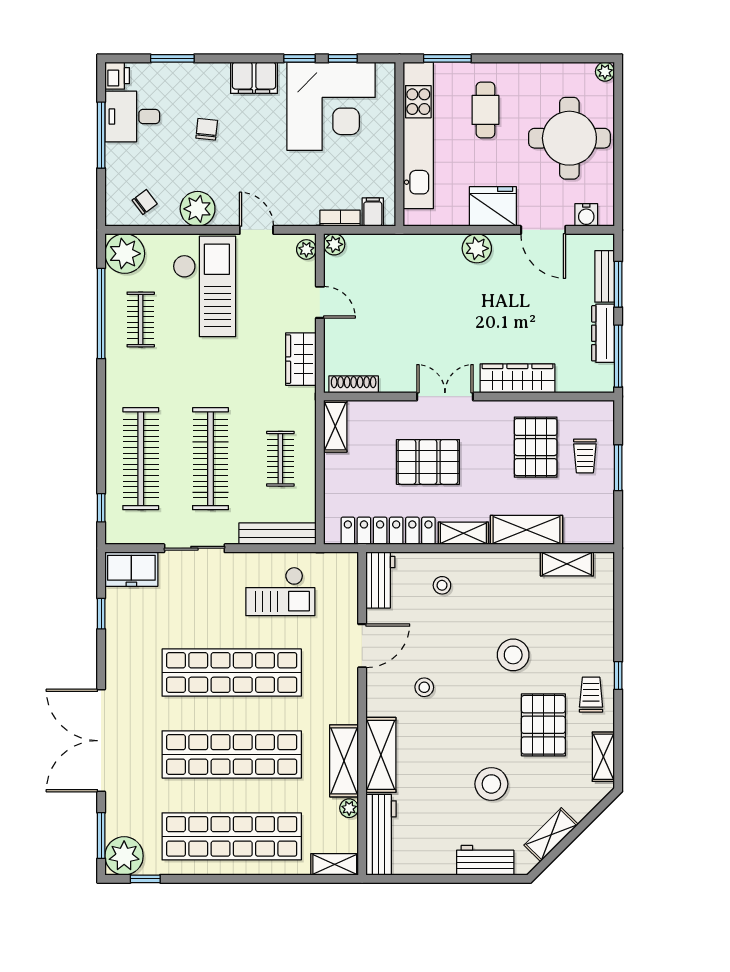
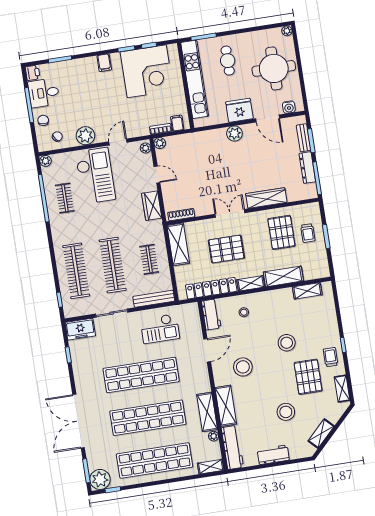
filing cabinet: (254, 78) -> (104, 63), width x0.50
chair: (207, 129) -> (43, 120), moved
door: (256, 230) -> (118, 142), hinge flipped
plant: (125, 254) -> (45, 161), width x0.53, depth x0.53
shelving: (335, 426) -> (178, 244), width x1.50, depth x1.33
stool: (424, 687) -> (243, 367), width x1.89, depth x1.89
workbench: (485, 860) -> (273, 455), moved

